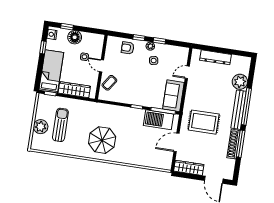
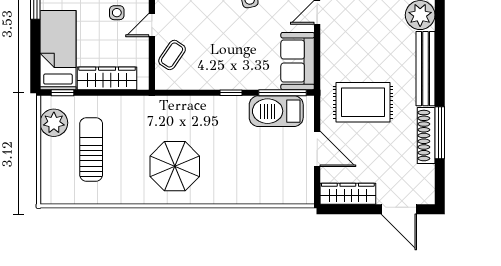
door: (101, 66) -> (152, 25), hinge flipped
window: (246, 106) -> (440, 60), removed
plant: (41, 127) -> (54, 123), moved
door: (177, 142) -> (317, 149), swing flipped

